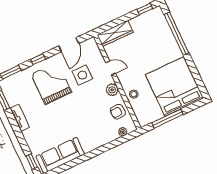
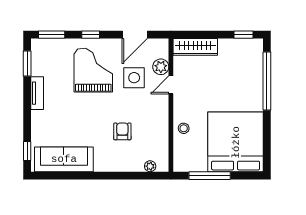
door: (111, 68) -> (171, 85), swing flipped
plant: (112, 90) -> (161, 67), moved
armchair: (118, 112) -> (122, 131), moved, turned 94

